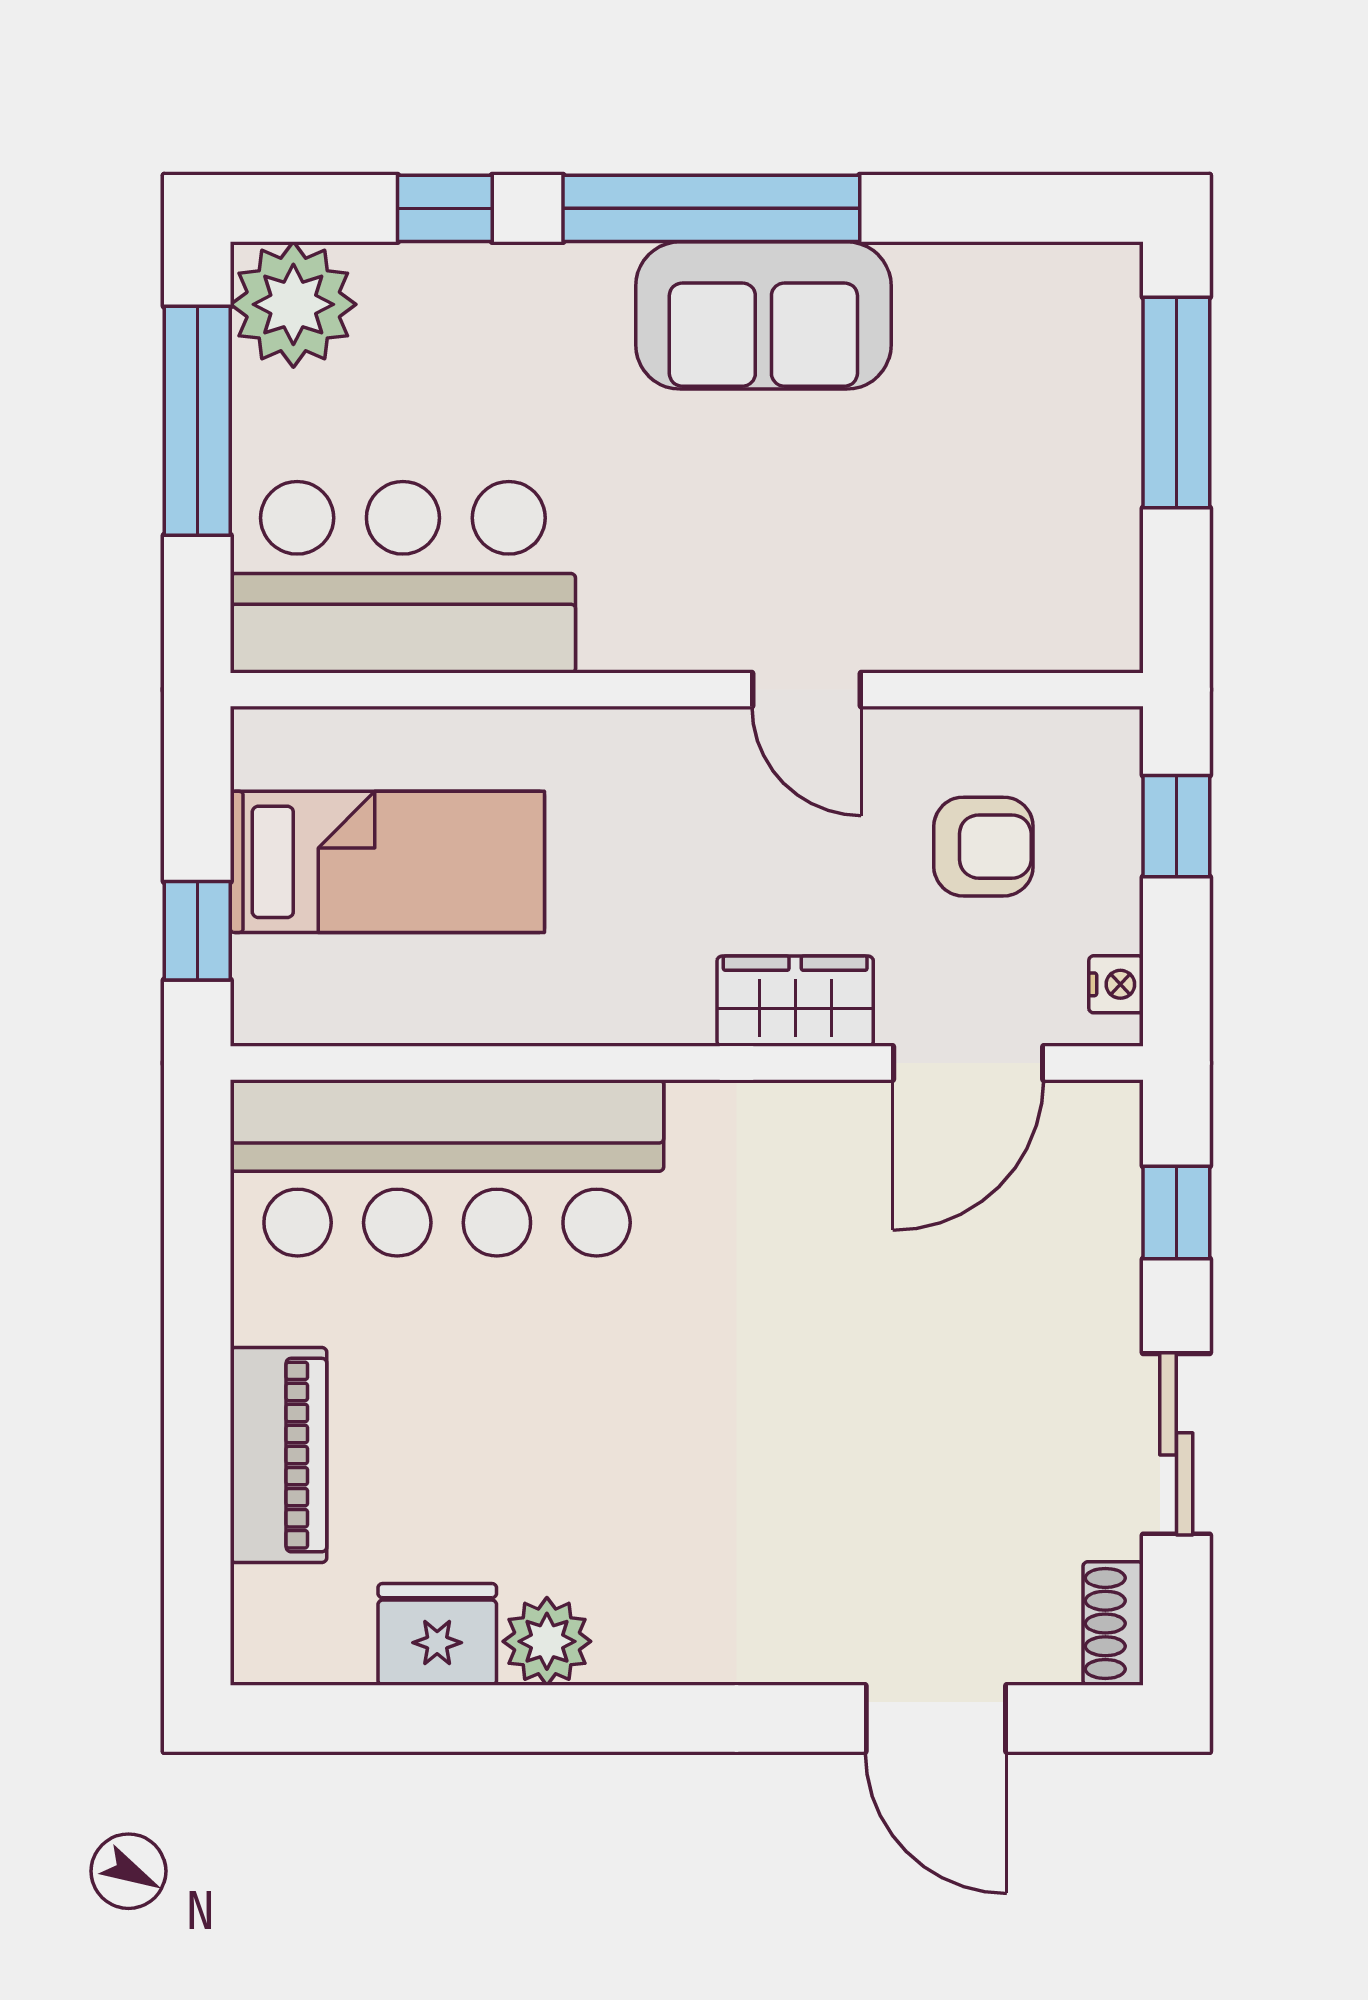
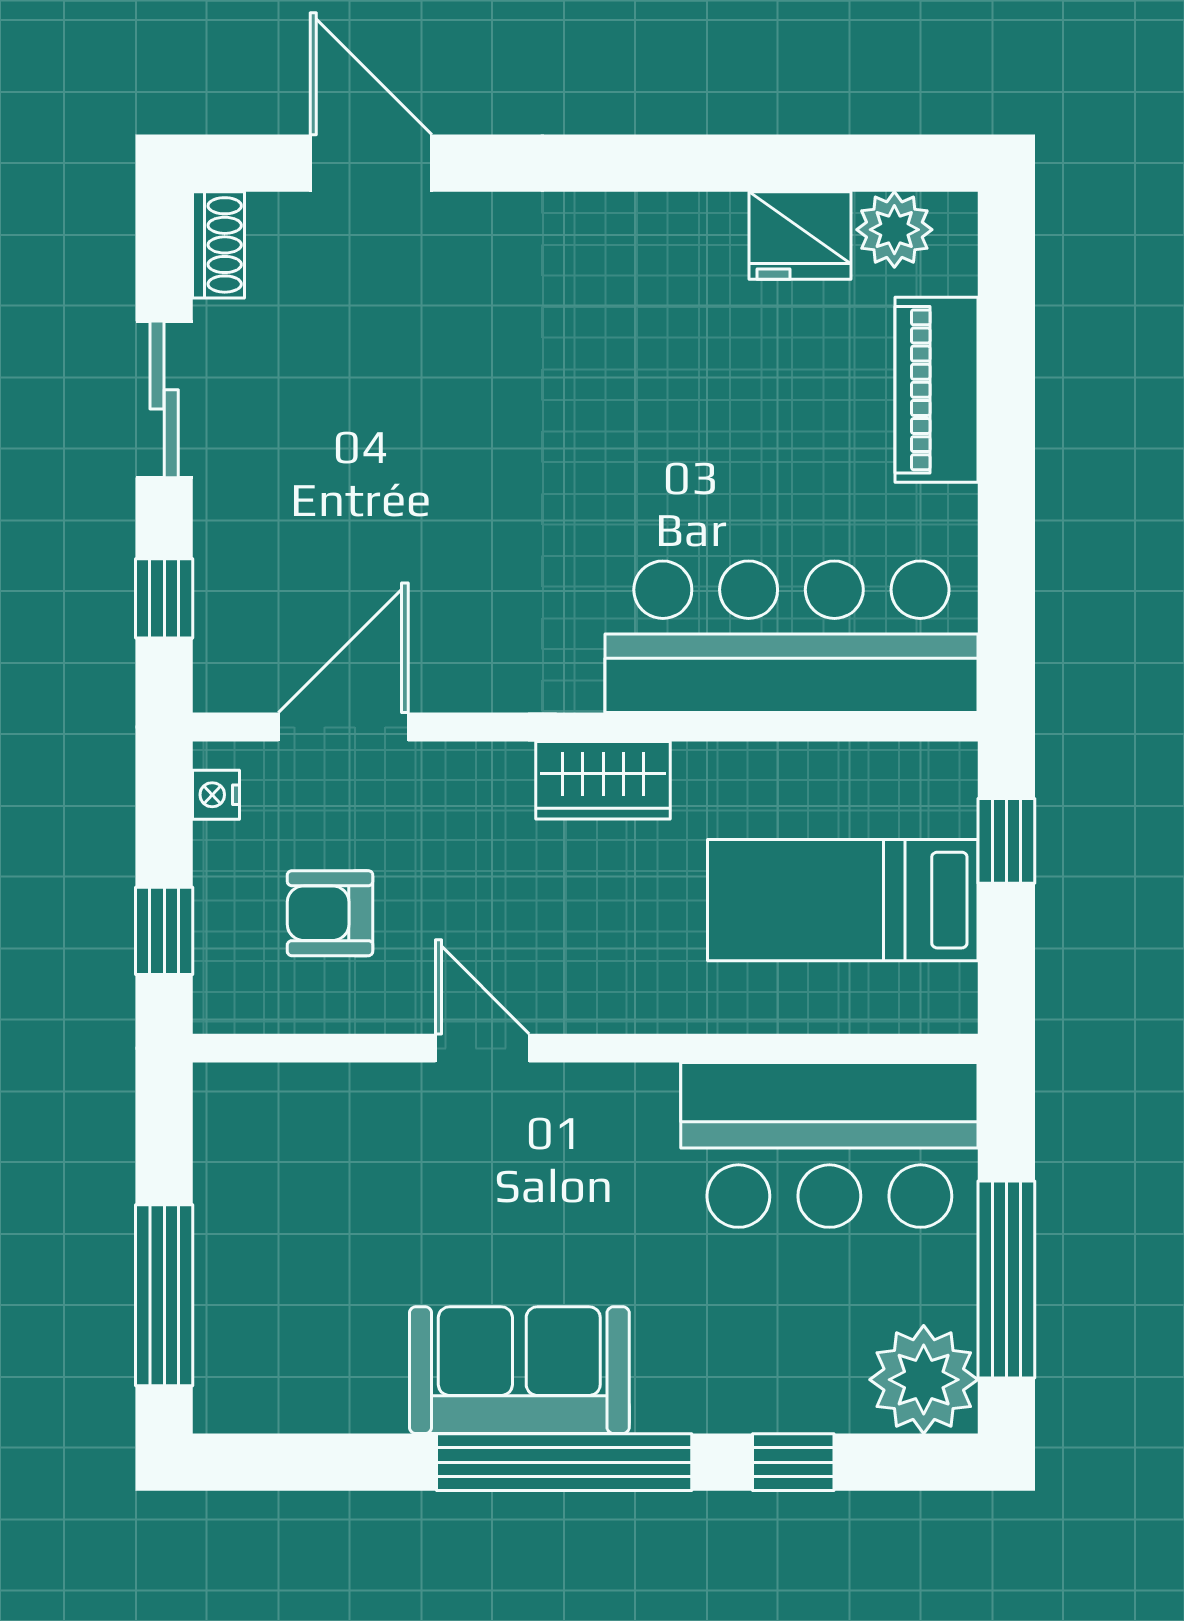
wardrobe: (795, 1001) -> (603, 780), moved
plant: (547, 1641) -> (894, 230), moved

